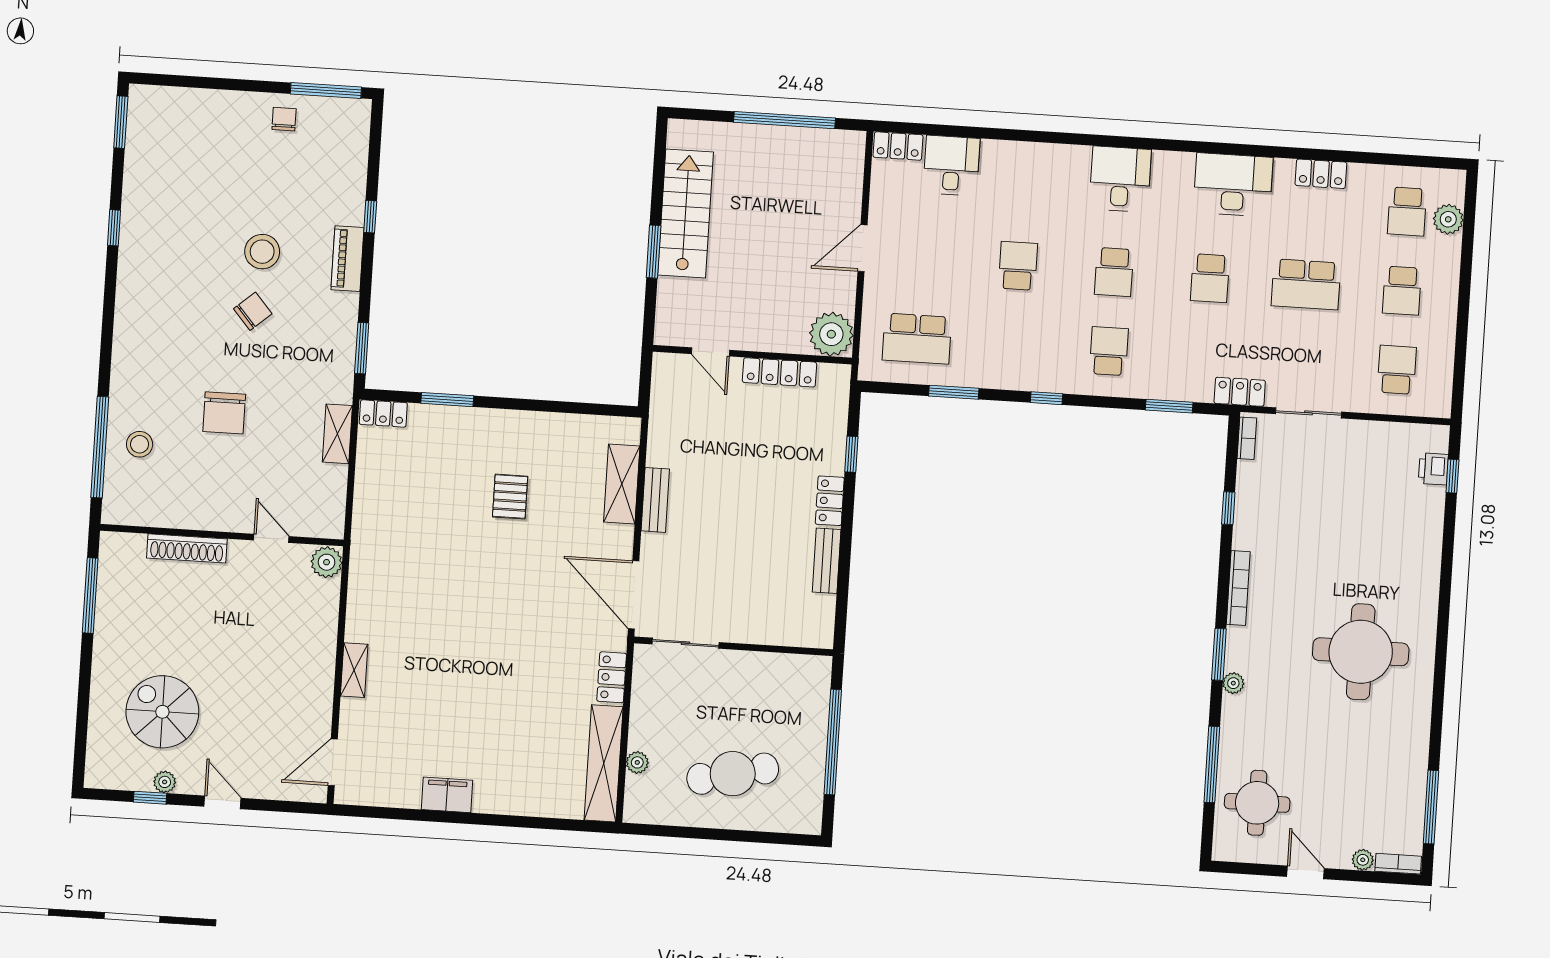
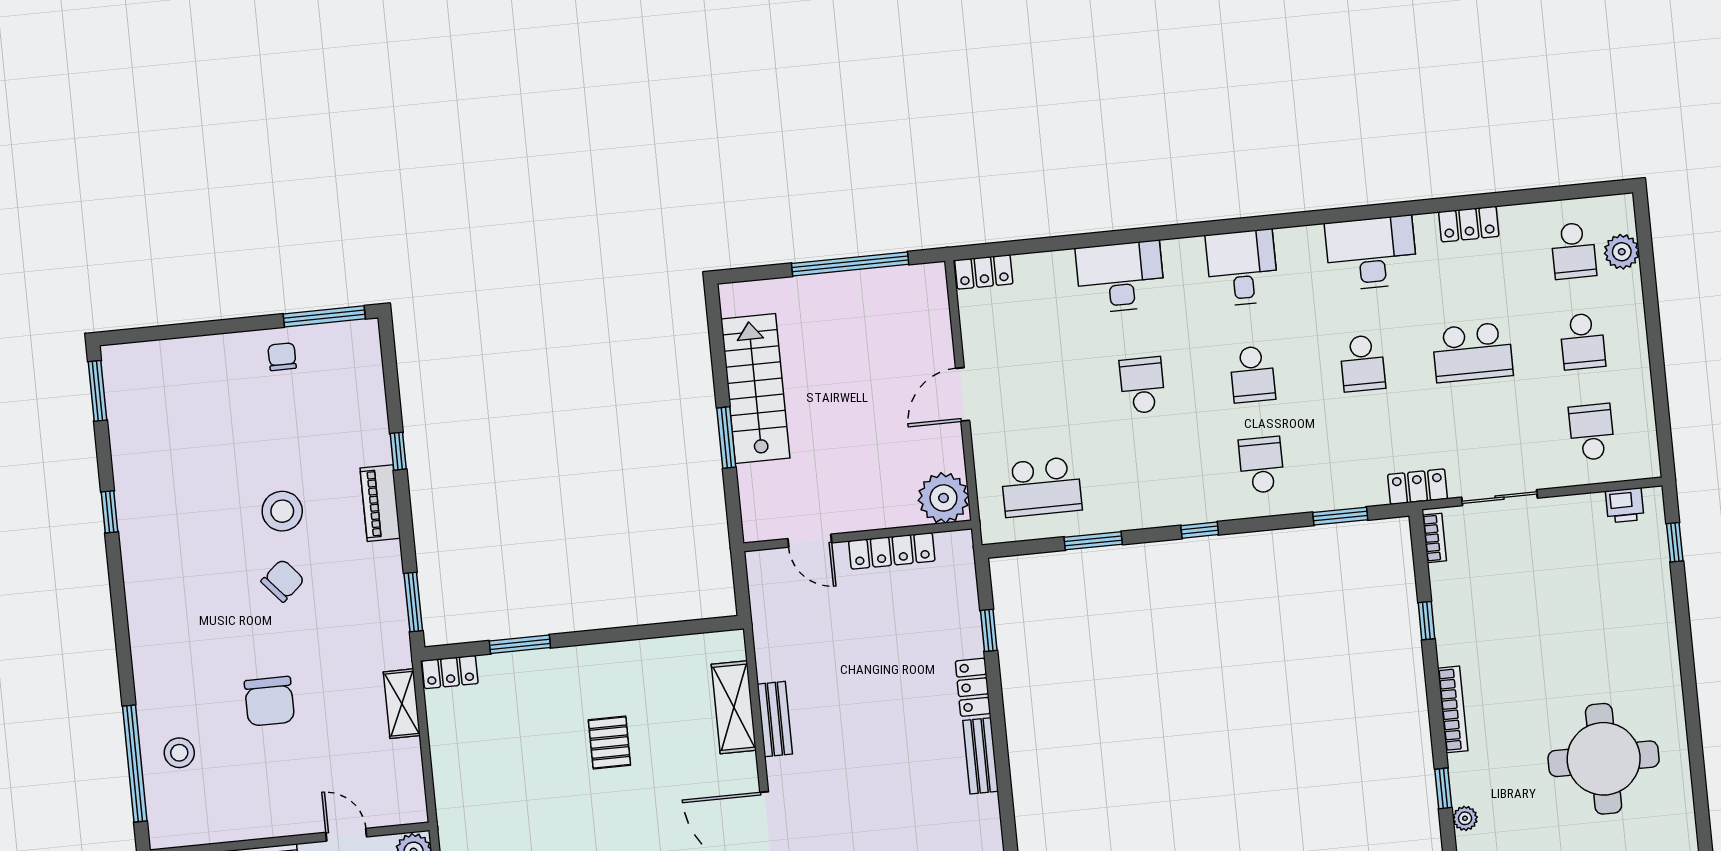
desk: (951, 166) -> (1120, 277), moved, width x1.37
printer: (1433, 469) -> (1625, 505), moved, turned -90
window: (1219, 654) -> (1443, 788), width x0.67

